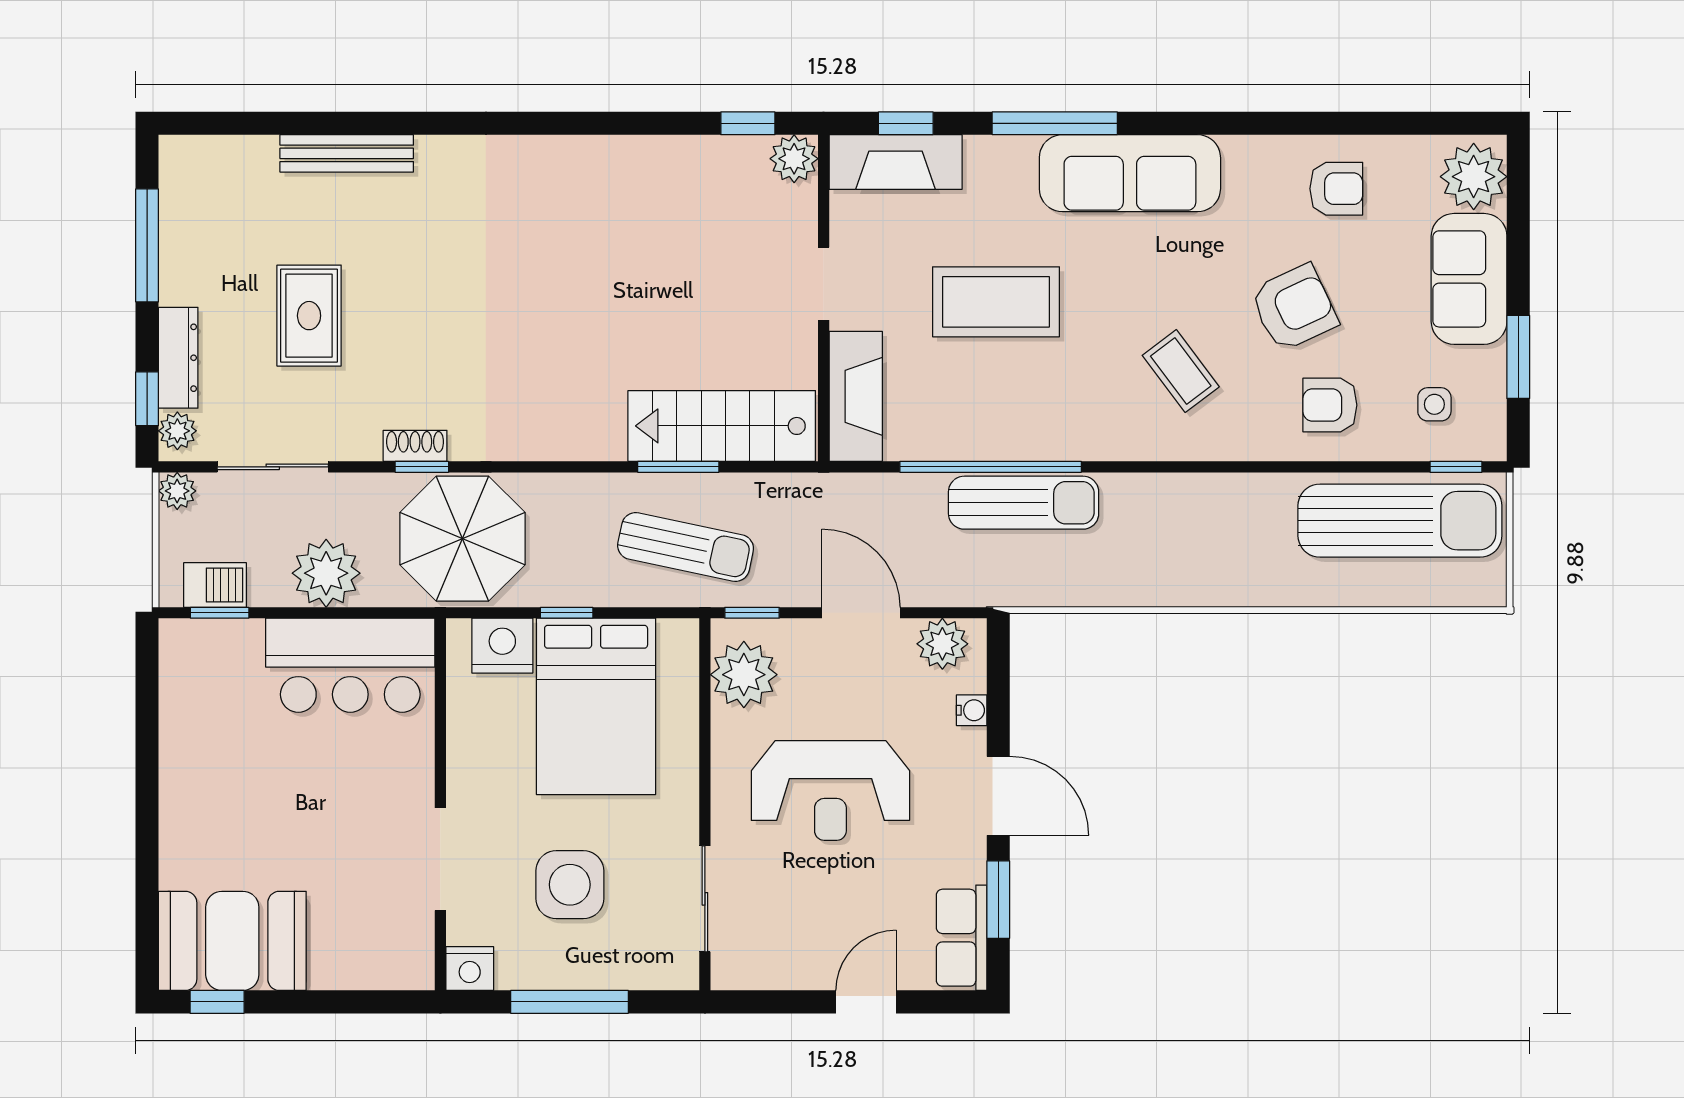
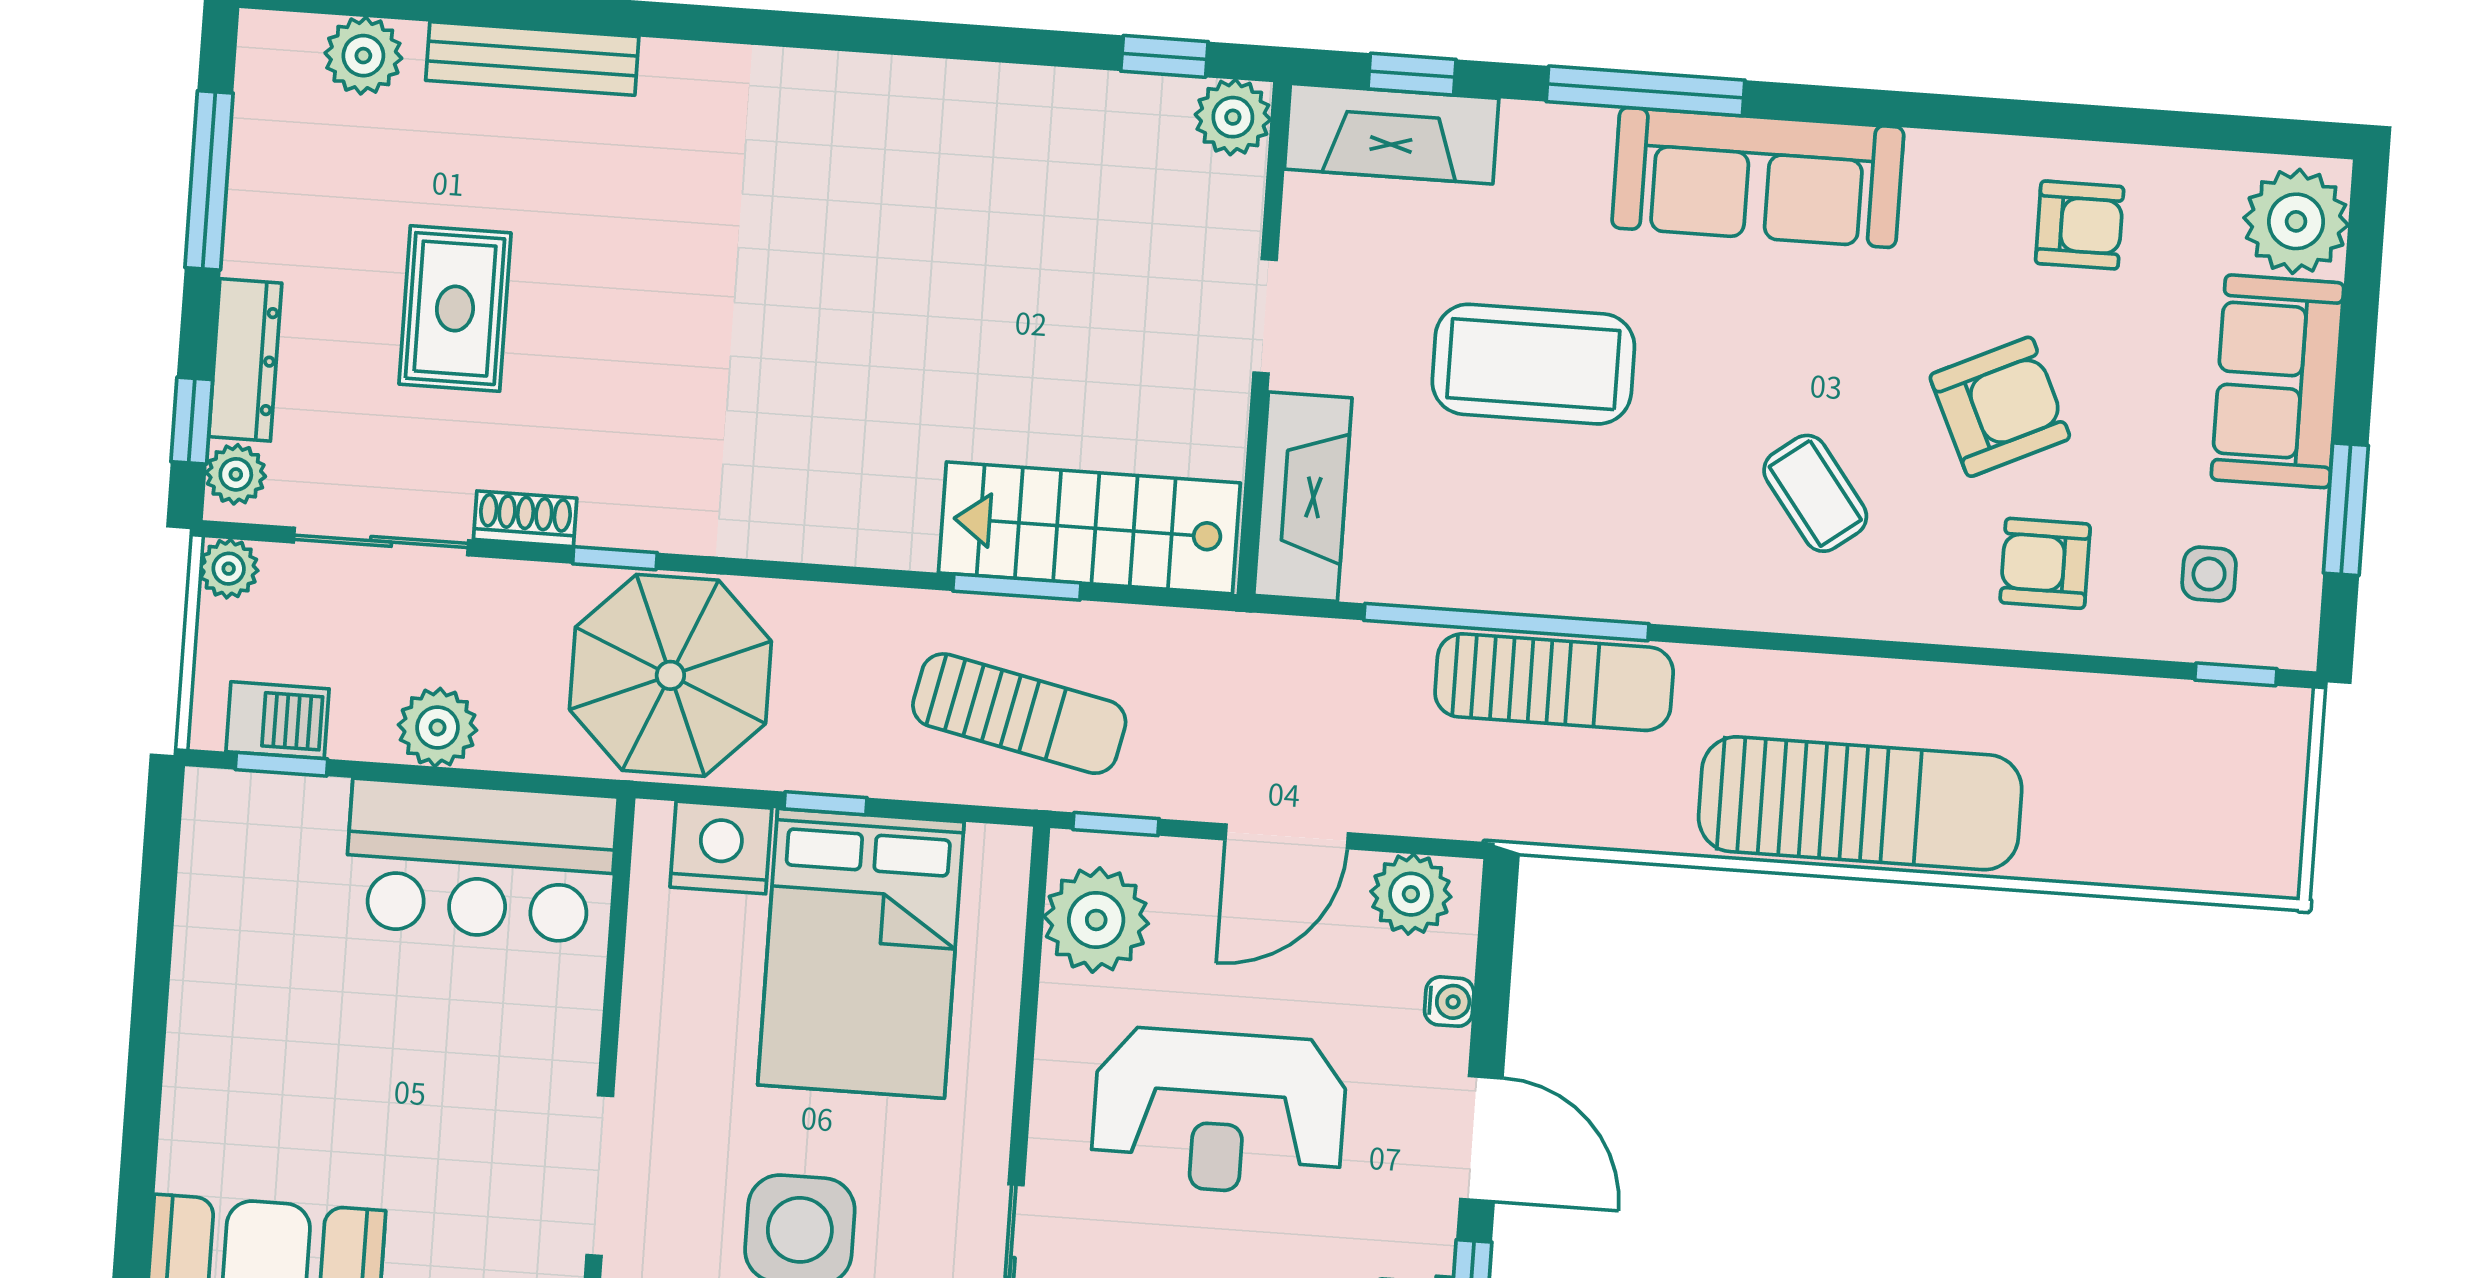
plant: (239, 159) -> (363, 56), added
shoe rack: (415, 446) -> (525, 519), moved
sun lounger: (1400, 521) -> (1860, 803), moved
plant: (326, 573) -> (438, 727), width x0.73, depth x0.73
door: (861, 613) -> (1287, 836), swing flipped

